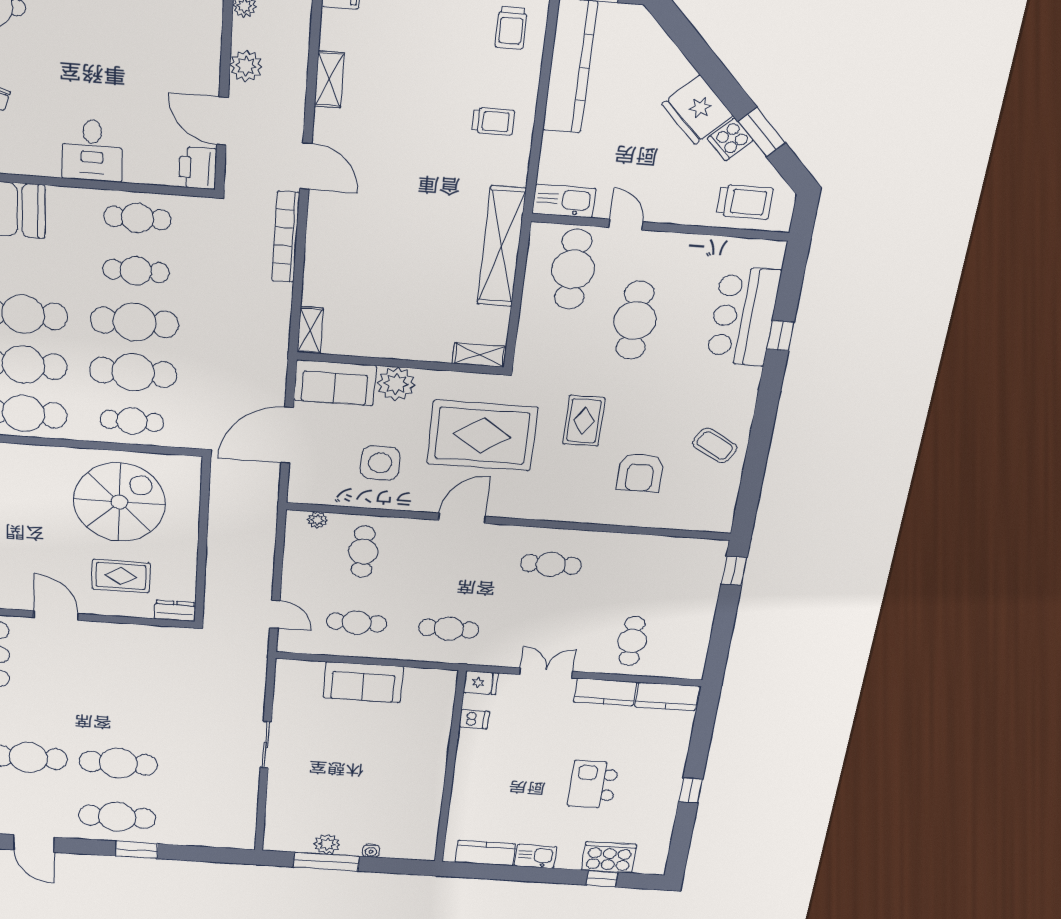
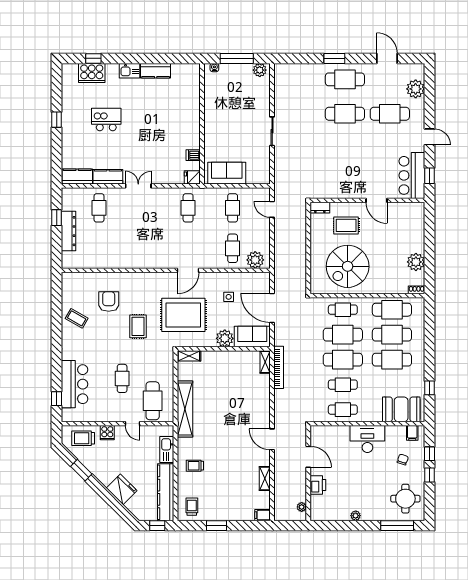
plant: (246, 66) -> (300, 482), removed
fridge: (697, 110) -> (122, 489), moved
cooker: (730, 139) -> (107, 433), moved, turned 135
desk: (92, 151) -> (367, 439), width x1.37
printer: (198, 168) -> (318, 485), moved
kitchen sink: (564, 201) -> (167, 450), moved, turned 90
bookcase: (286, 237) -> (279, 367), moved
cafe table: (635, 320) -> (122, 378), width x0.73, depth x0.74
window: (780, 336) -> (57, 399), moved
door: (287, 435) -> (272, 308), swing flipped
side table: (380, 463) -> (229, 297), width x0.54, depth x0.54
plant: (317, 520) -> (255, 260), width x1.87, depth x1.87
cafe table: (551, 564) -> (144, 248), removed
window: (734, 571) -> (57, 218), moved
dresser: (702, 605) -> (68, 231), added
cafe table: (357, 623) -> (233, 208), turned 90
cafe table: (449, 629) -> (188, 208), turned 90
double door: (546, 673) -> (138, 186), swing flipped
fridge: (481, 683) -> (192, 177), moved
dishwasher: (474, 719) -> (193, 155), moved
wall: (450, 769) -> (202, 124), moved
kitchen island: (593, 784) -> (106, 120), turned -90
plant: (327, 844) -> (260, 70), moved

